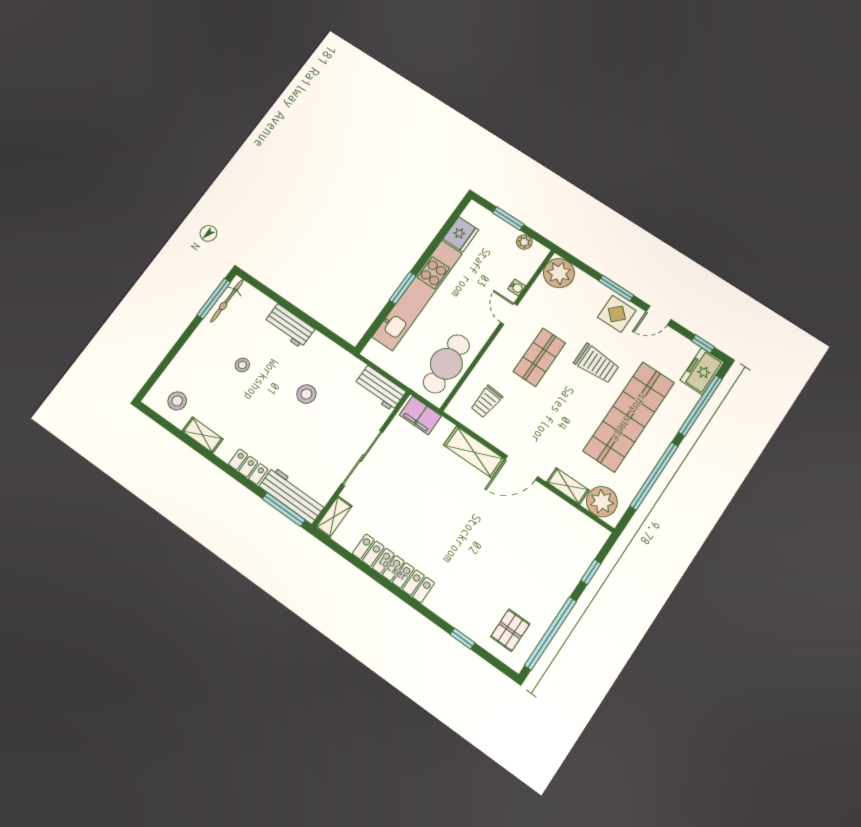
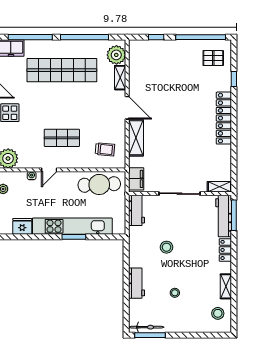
trolley: (597, 364) -> (45, 106), removed
locker: (393, 568) -> (224, 118), moved

